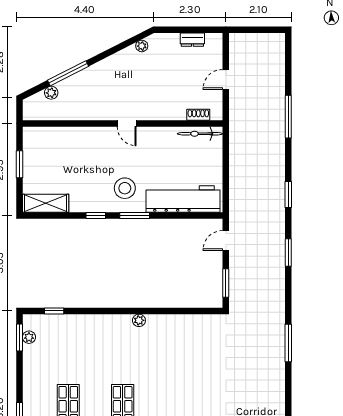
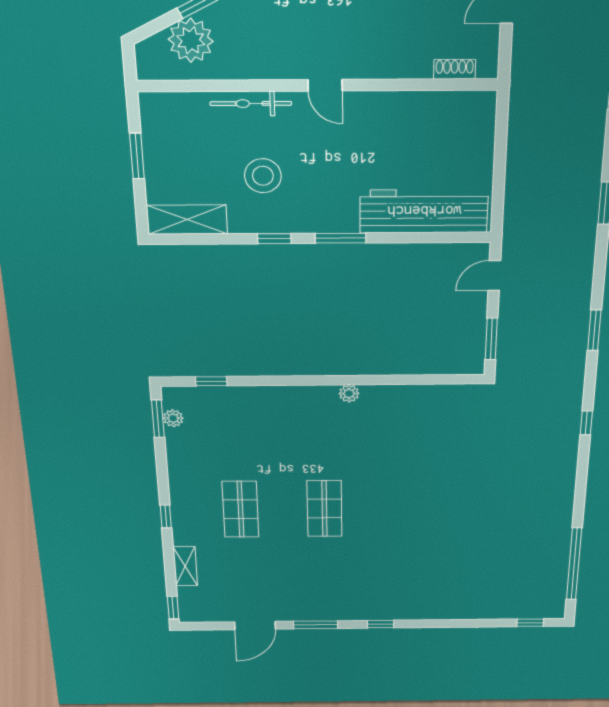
plant: (51, 93) -> (191, 40), width x1.87, depth x1.87
bicycle: (200, 134) -> (251, 104), moved
stool: (125, 188) -> (263, 176), moved
window: (288, 252) -> (594, 330), moved
window: (288, 343) -> (586, 423), width x0.46

